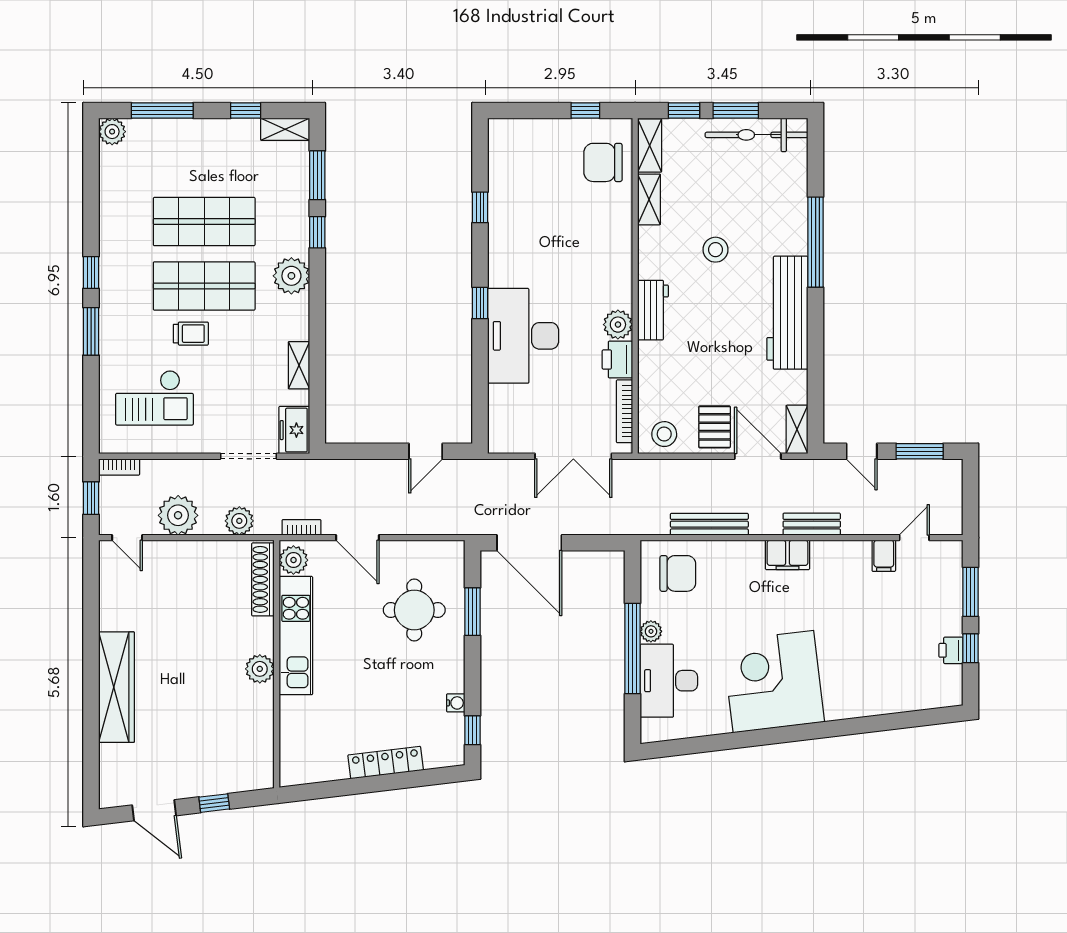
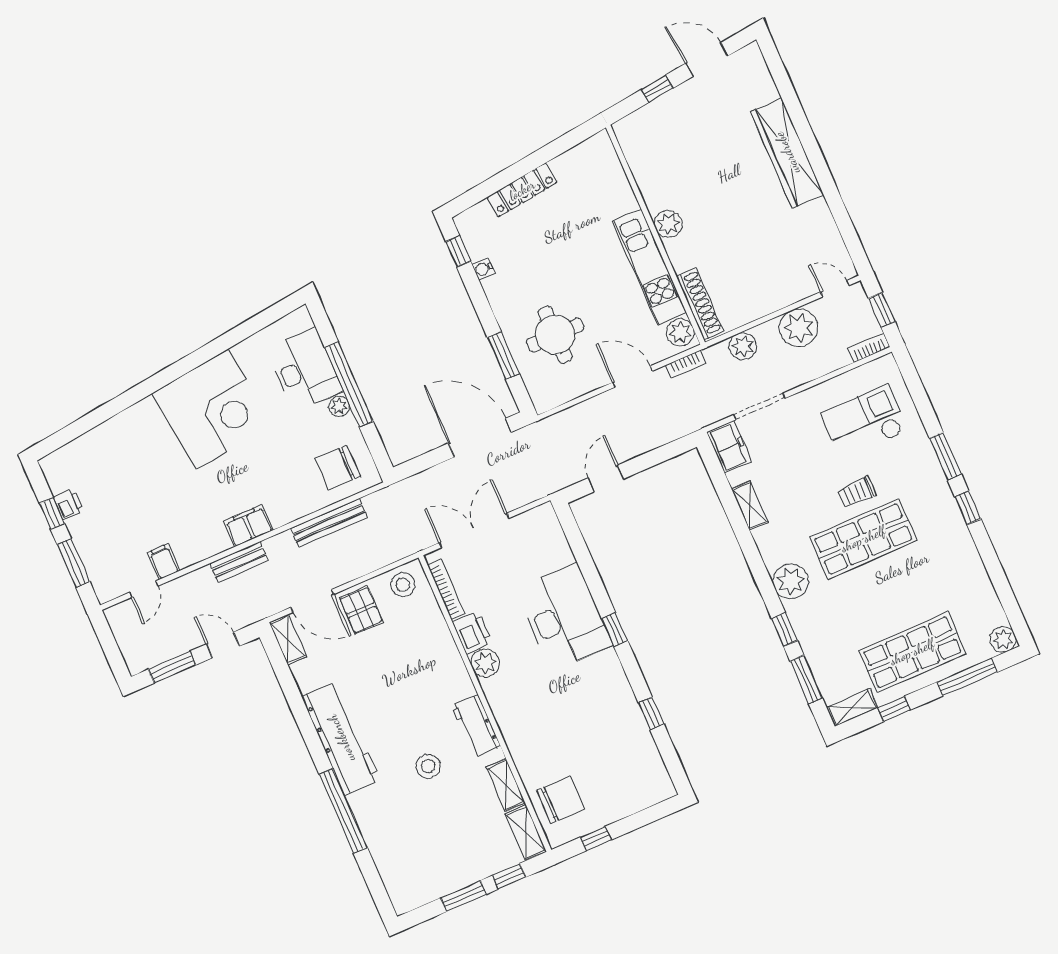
bicycle: (757, 135) -> (436, 883), removed
shop shelf: (204, 222) -> (912, 652), moved
workbench: (653, 310) -> (476, 726), moved

